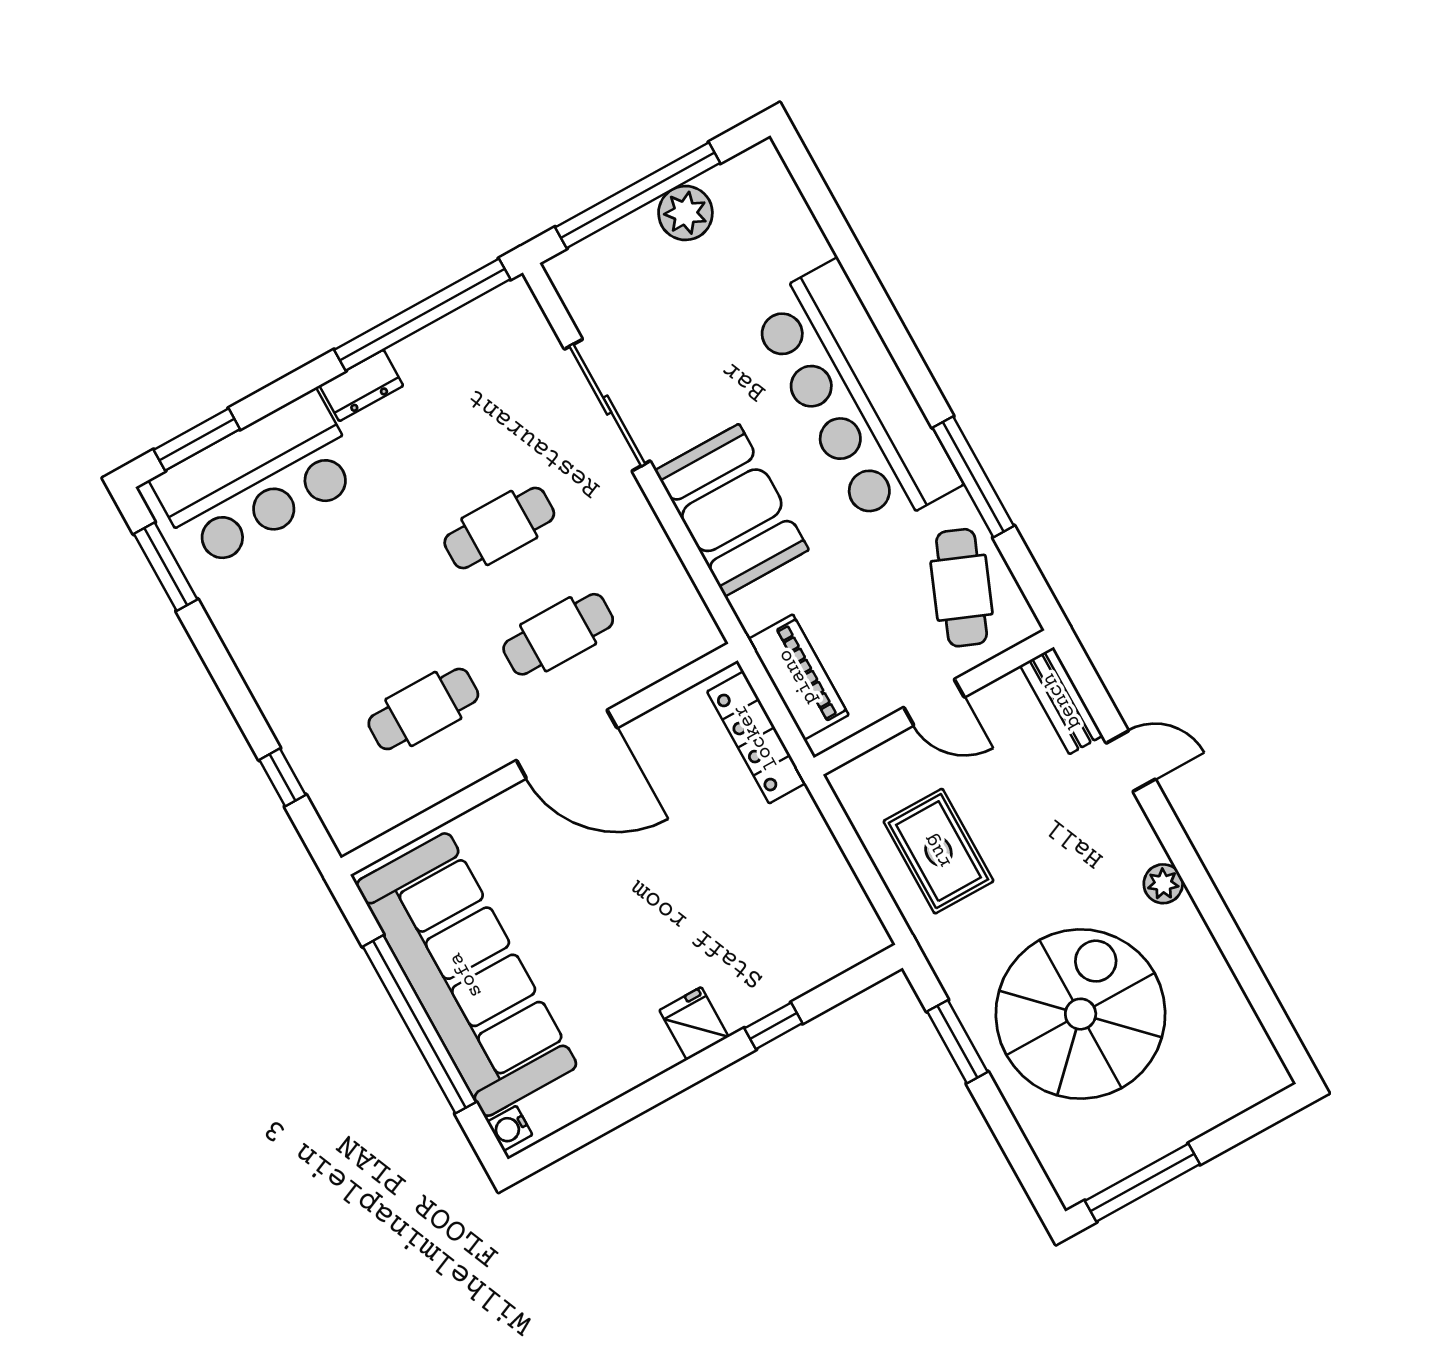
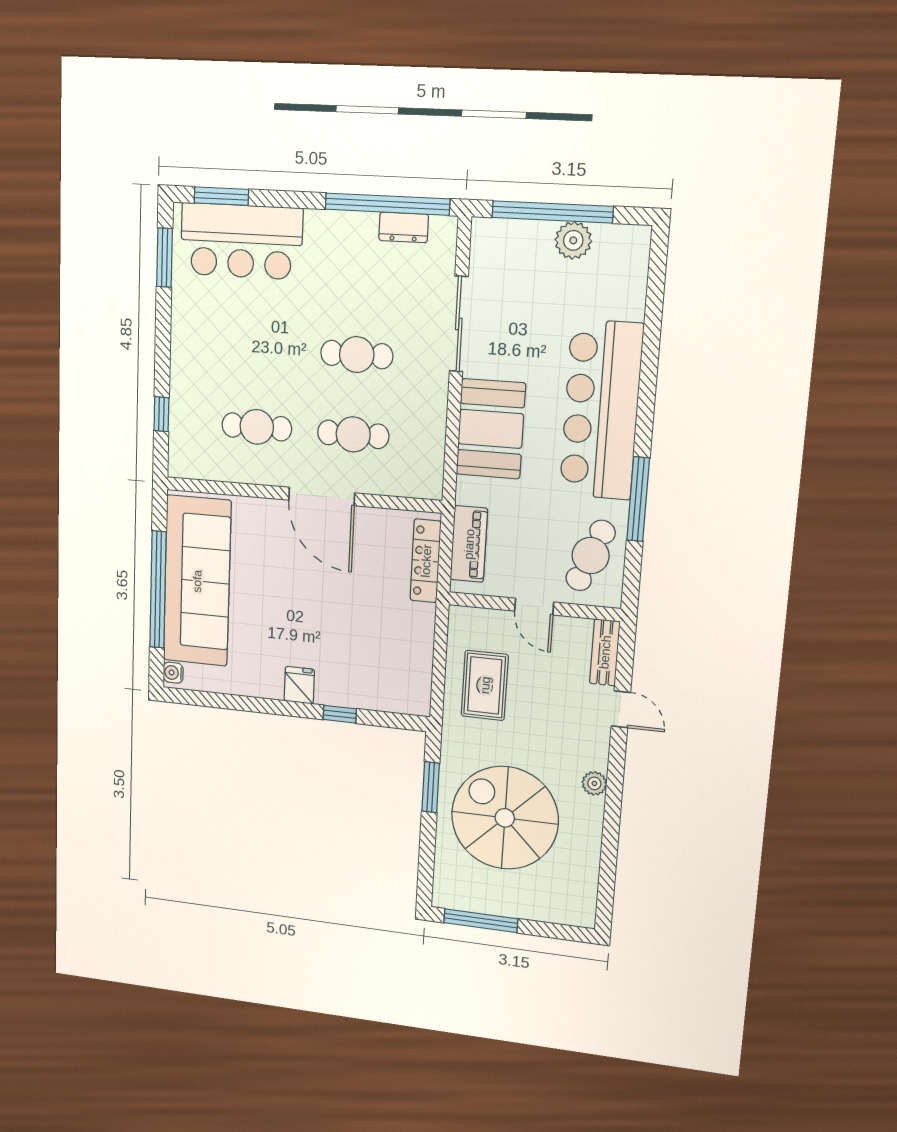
dresser: (361, 386) -> (404, 227), moved
spiral stairs: (1081, 1014) -> (505, 818), turned -90

